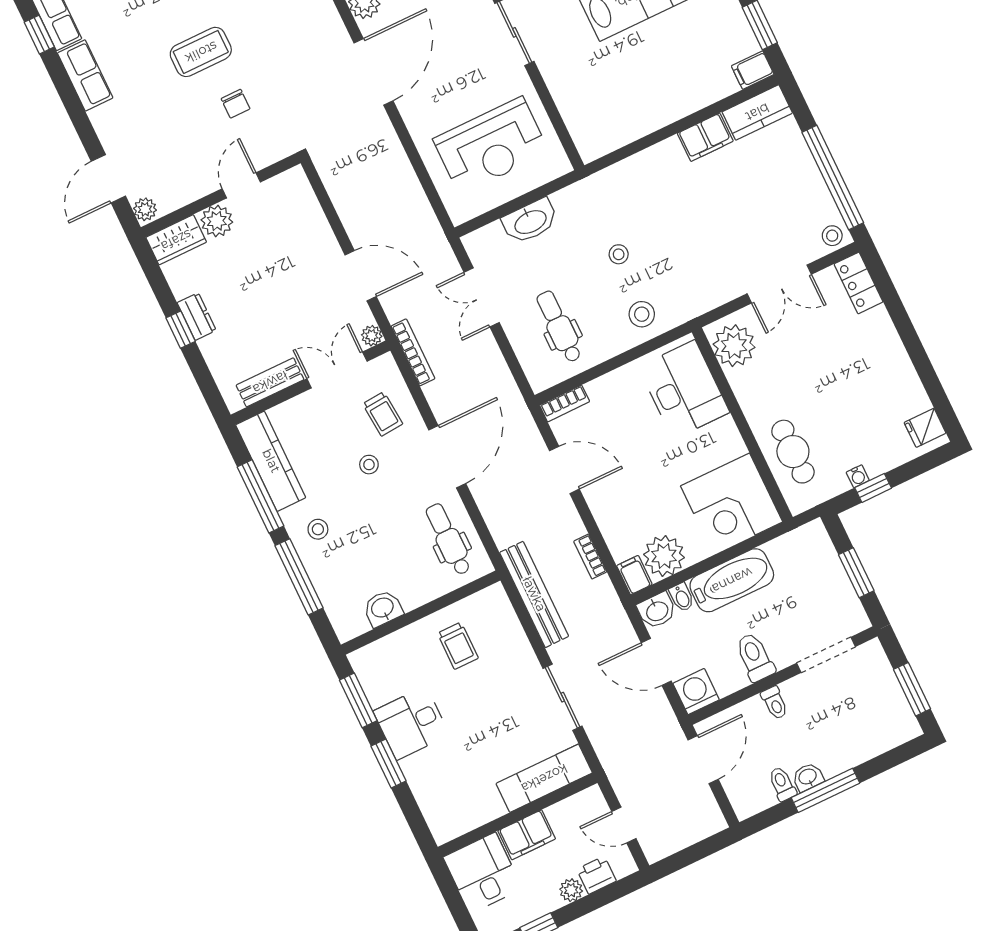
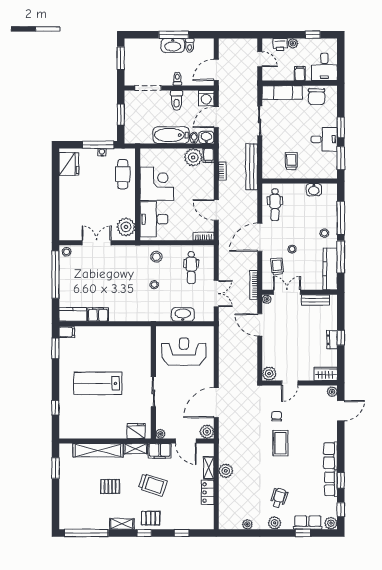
coffee table: (201, 52) -> (280, 443), turned 90
plant: (217, 221) -> (269, 374), moved
locker: (859, 283) -> (65, 228), removed
double door: (337, 370) -> (287, 292), swing flipped
fridge: (925, 428) -> (69, 164), width x1.88, depth x1.34
window: (873, 488) -> (98, 145), width x2.17
corner desk: (732, 504) -> (157, 184), moved
door: (656, 662) -> (216, 117), swing flipped
washbasin: (808, 777) -> (173, 45), width x1.91, depth x1.45
chair: (469, 804) -> (317, 97), added
filing cabinet: (527, 835) -> (300, 74), width x0.50

